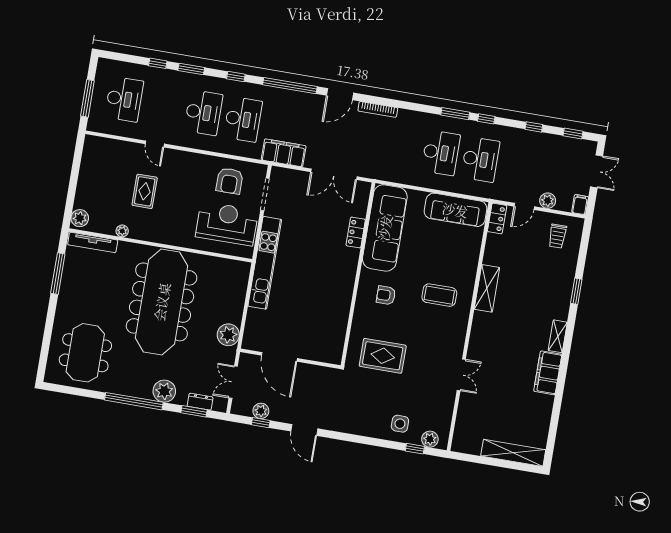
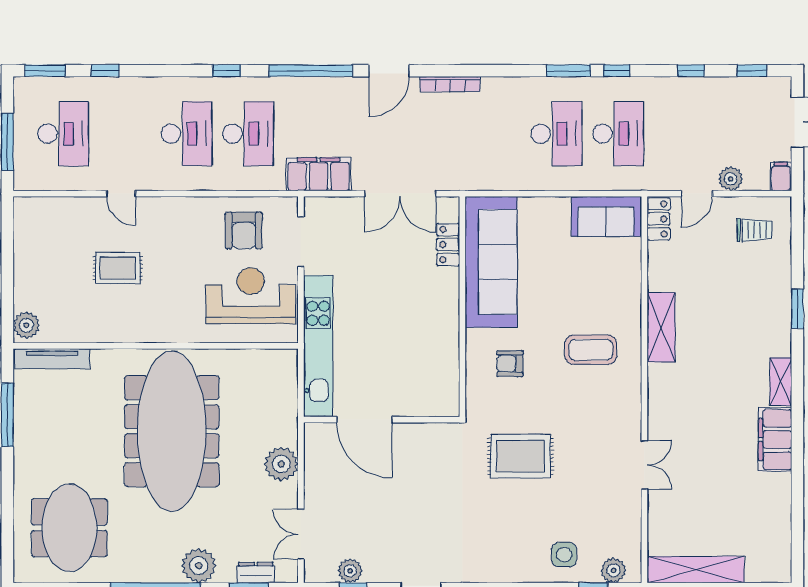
window: (191, 69) -> (45, 71), moved
rug: (145, 191) -> (118, 268), turned 90
sofa: (455, 210) -> (606, 216), width x0.73
plant: (122, 231) -> (94, 334), removed
locker: (356, 232) -> (448, 245), moved
trolley: (557, 236) -> (755, 230), turned -90
door: (279, 357) -> (364, 420), moved
wall: (290, 359) -> (382, 420), moved
shelving: (513, 453) -> (696, 570), moved

